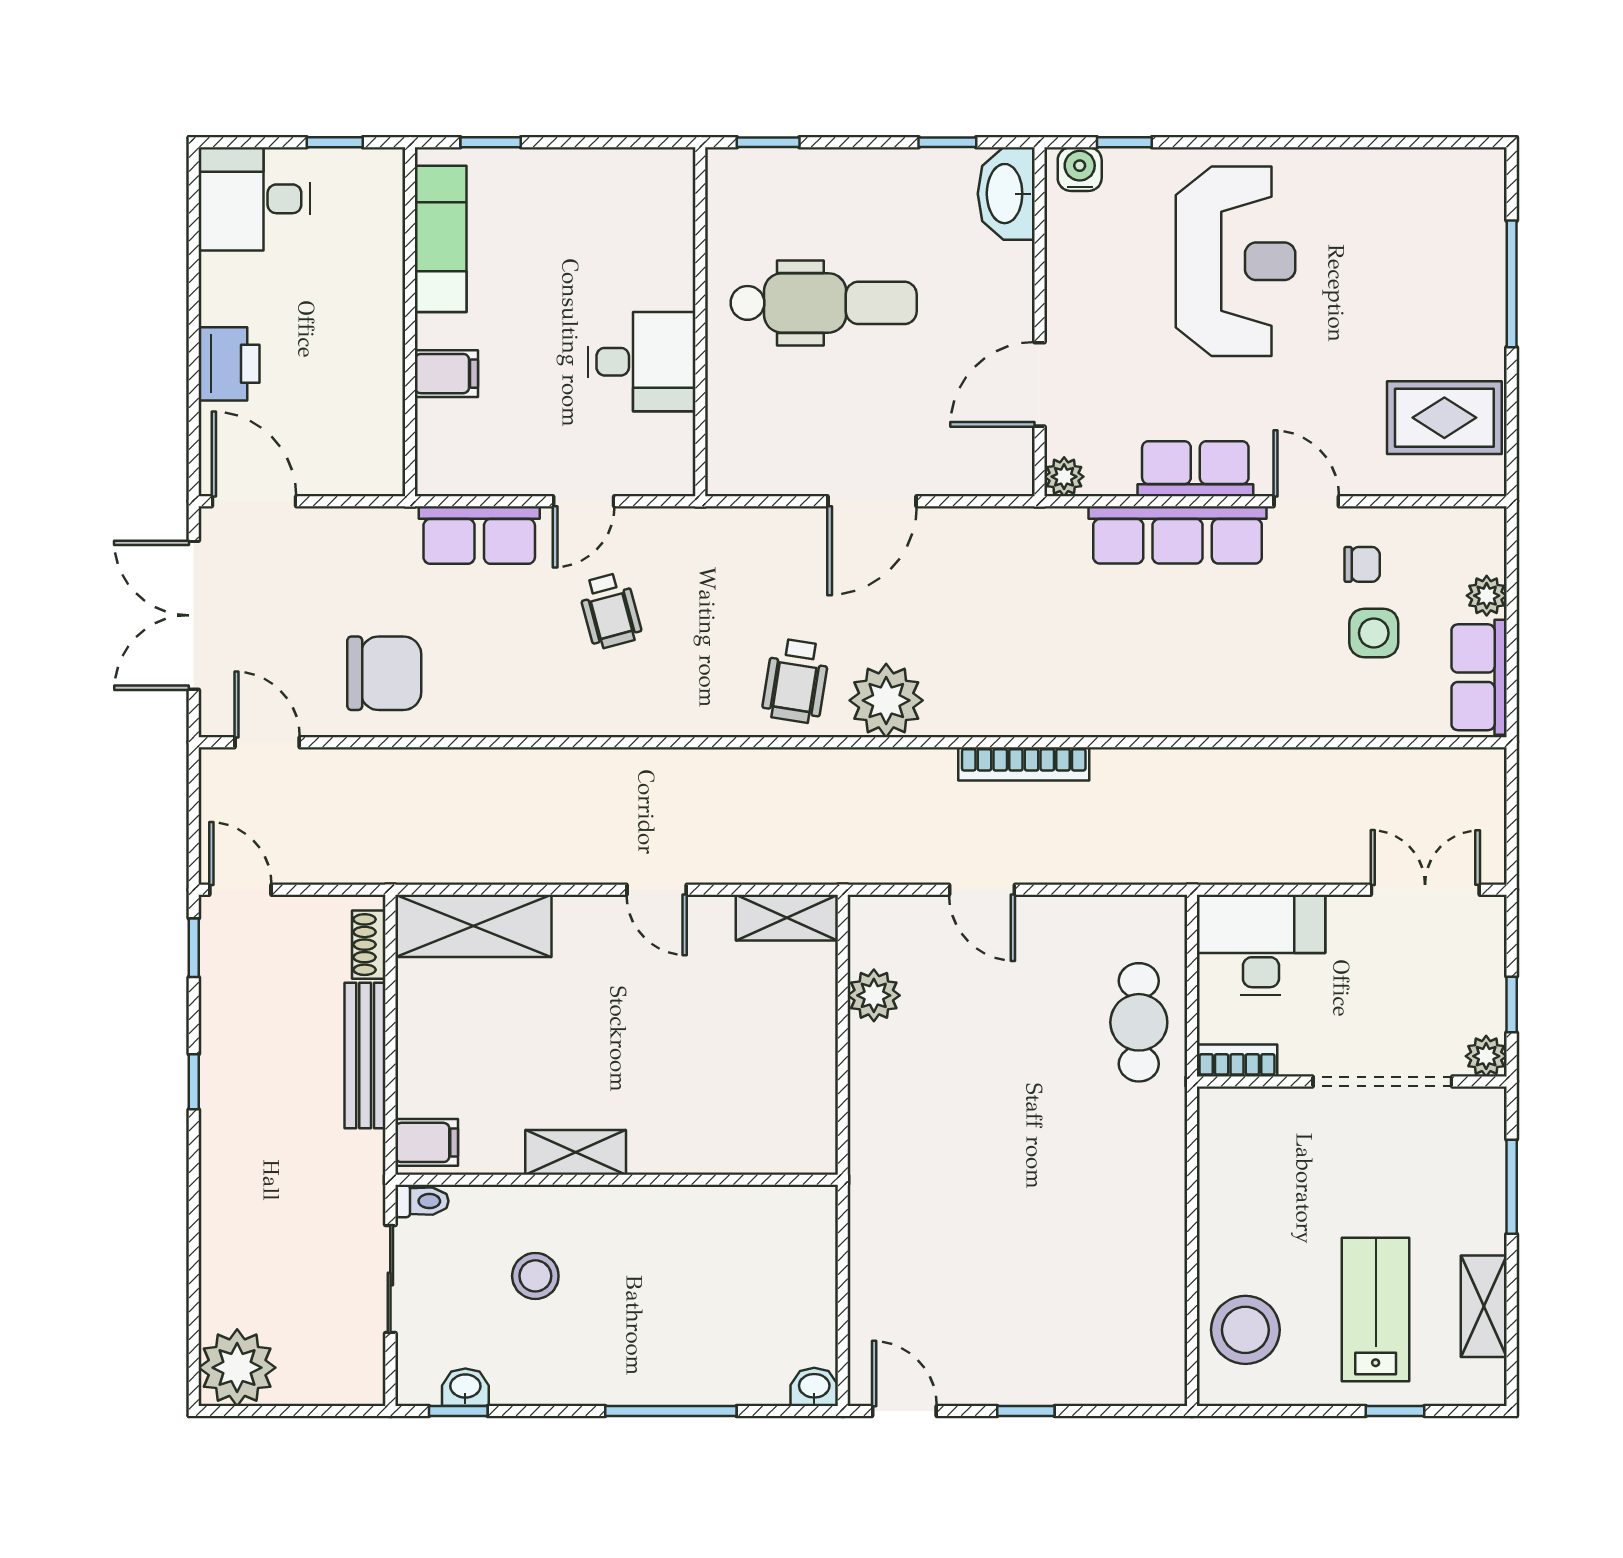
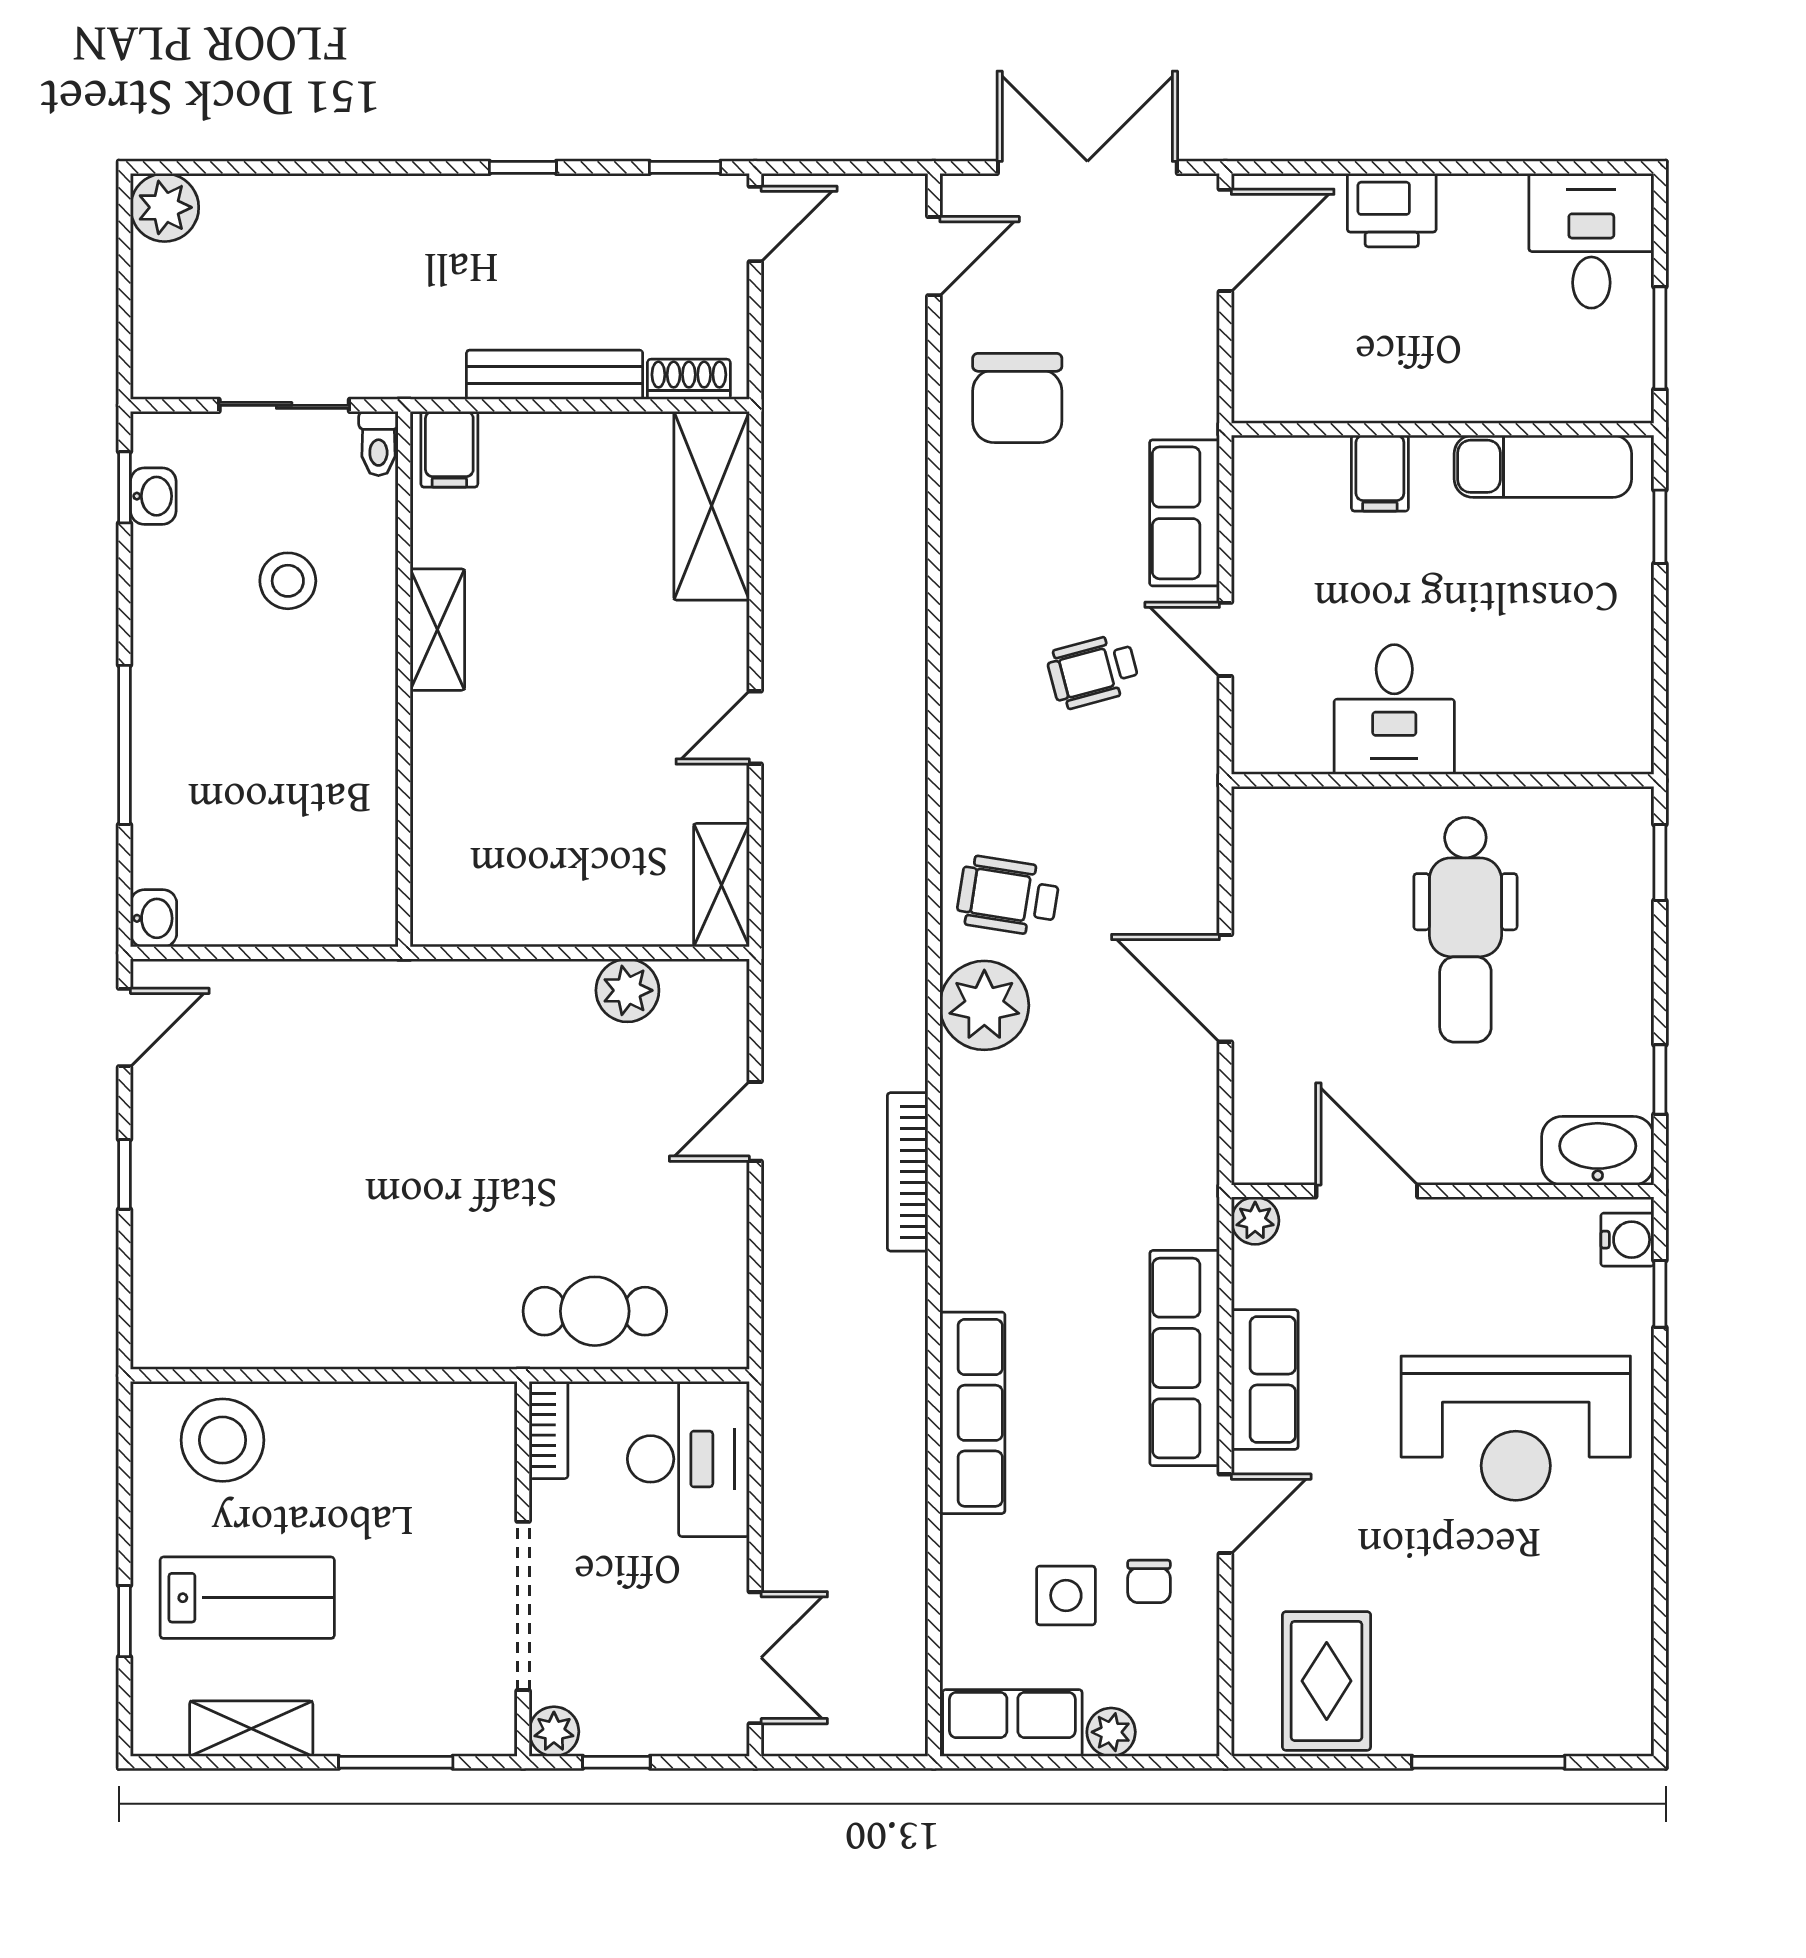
window: (335, 142) -> (1660, 338), width x1.50
row of seats: (1223, 710) -> (972, 1413), added
plant: (237, 1368) -> (165, 207), width x0.73, depth x0.73

